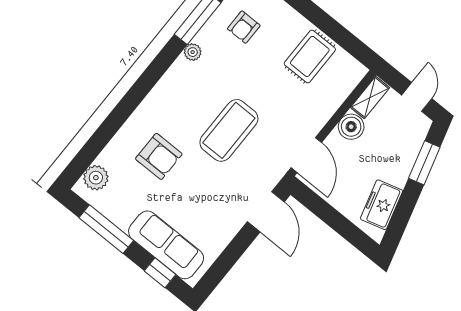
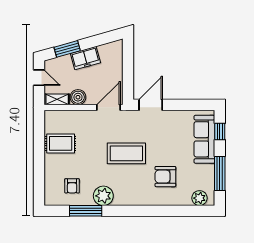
armchair: (244, 27) -> (72, 186), turned 90
plant: (193, 52) -> (103, 196), width x1.87, depth x1.87
door: (417, 97) -> (39, 78), swing flipped
armchair: (159, 156) -> (165, 177), turned -90
freezer: (381, 205) -> (85, 58), moved

